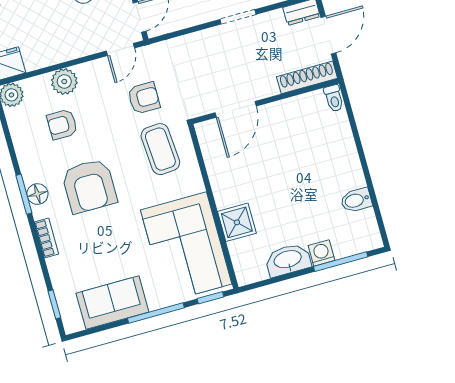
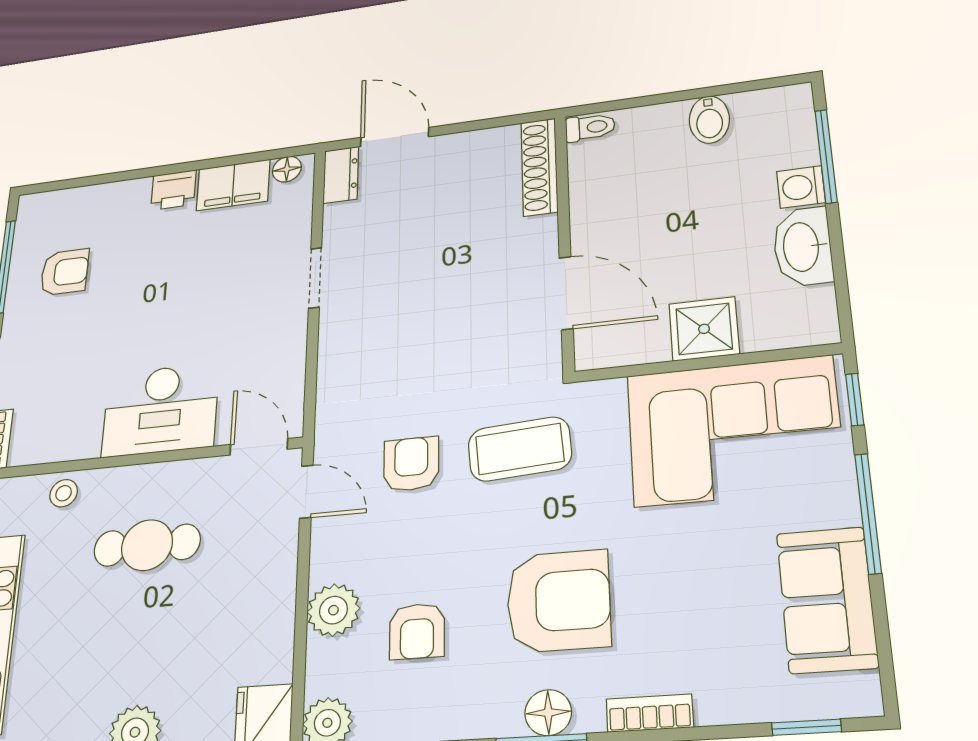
shoe rack: (307, 77) -> (539, 167), moved
toilet: (334, 98) -> (590, 127), moved
wall: (265, 101) -> (564, 240), moved
door: (236, 109) -> (566, 293), moved

